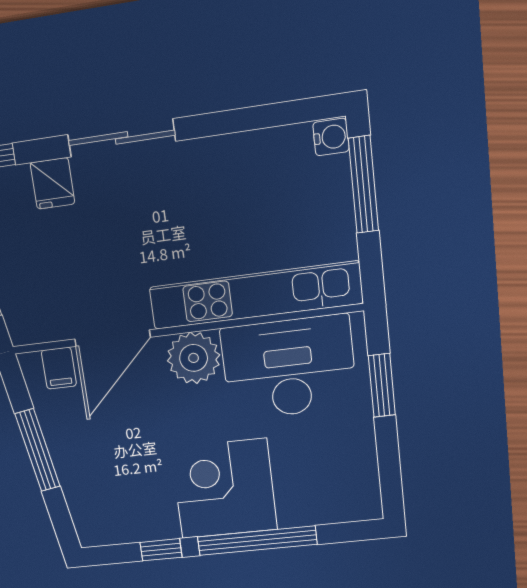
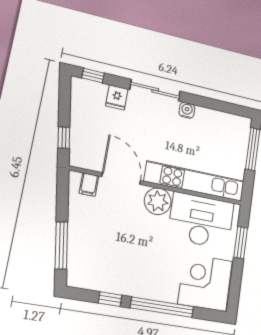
water cooler: (331, 137) -> (187, 110), moved, turned -90
door: (113, 338) -> (121, 179), swing flipped
window: (38, 450) -> (61, 245), moved
corner desk: (224, 489) -> (205, 282), moved

